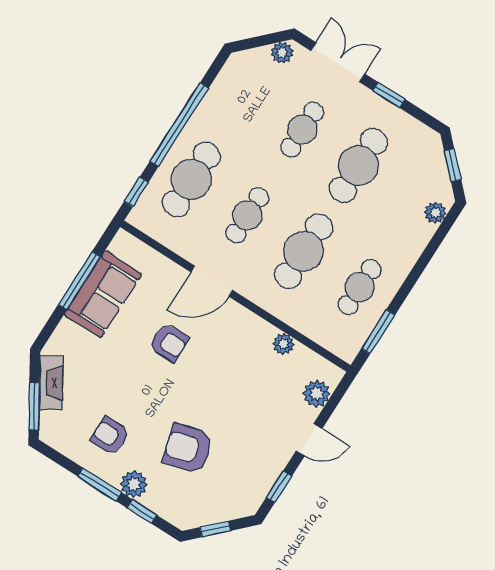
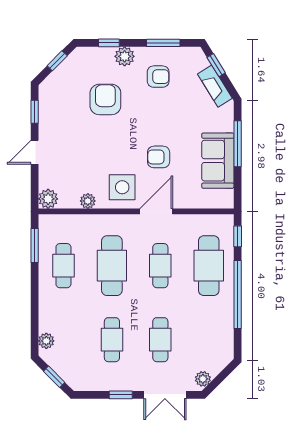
cafe table: (358, 165) -> (112, 340), width x0.73, depth x0.74
window: (80, 281) -> (238, 144), moved
side table: (234, 334) -> (122, 187), added
plant: (317, 394) -> (48, 199), moved
window: (34, 406) -> (216, 65), width x0.67
armchair: (188, 449) -> (105, 99), turned -74
window: (100, 484) -> (163, 43), moved

